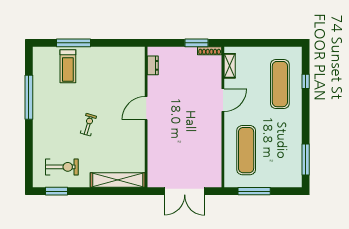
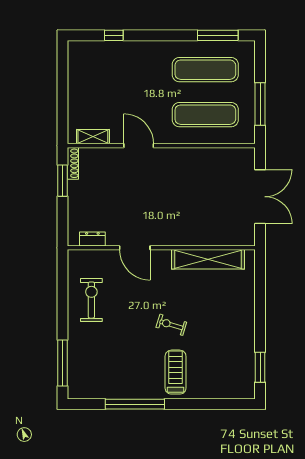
window: (73, 43) -> (62, 363), moved
treadmill: (68, 66) -> (176, 372), moved, turned -90
exercise mat: (280, 84) -> (205, 70), moved
door: (146, 108) -> (135, 248), moved
exercise bike: (62, 167) -> (91, 300), moved
shelving: (118, 180) -> (208, 259), moved, turned 90

